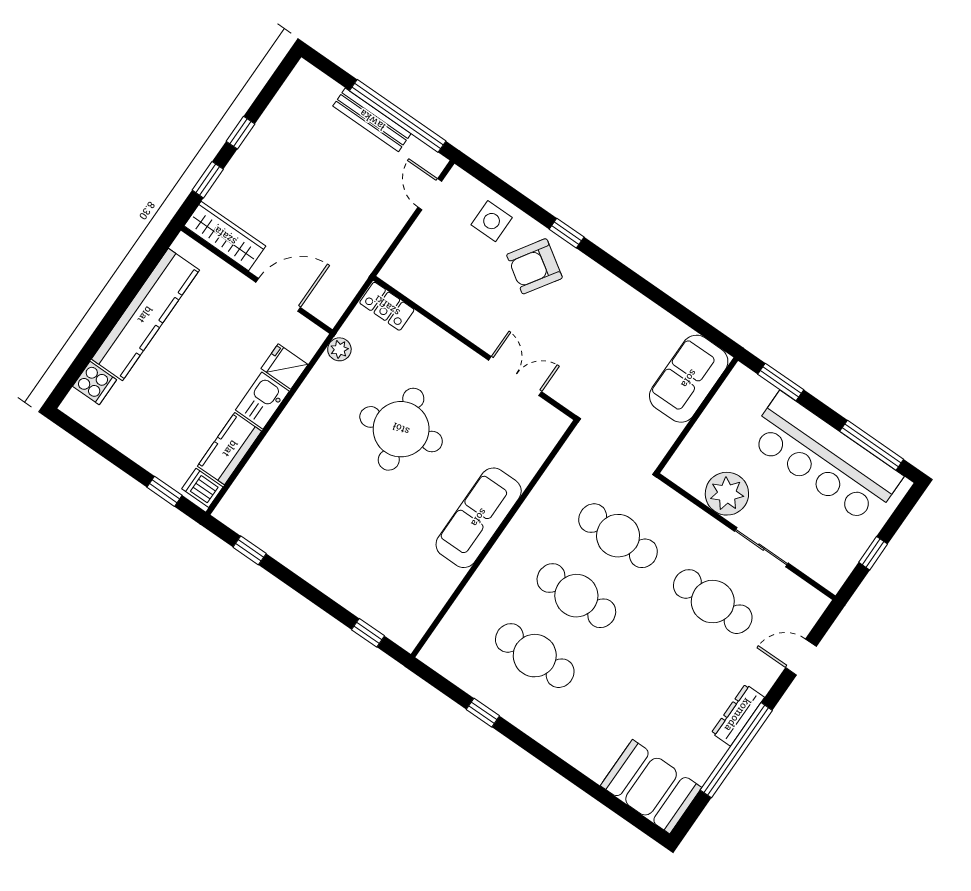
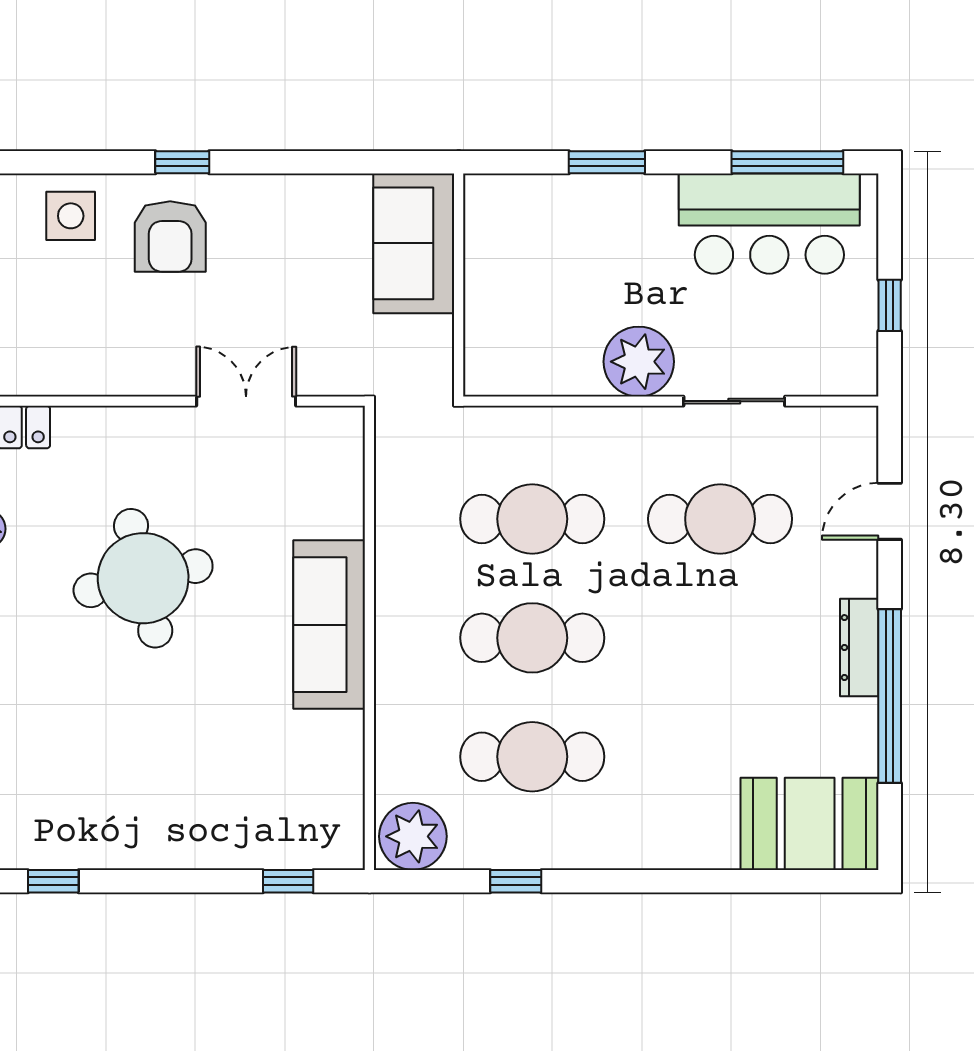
armchair: (534, 266) -> (170, 236), turned -33
sofa: (689, 379) -> (414, 243), moved
wall: (697, 415) -> (459, 285), moved
bar counter: (825, 458) -> (769, 224), width x0.73
plant: (447, 654) -> (413, 836), added

